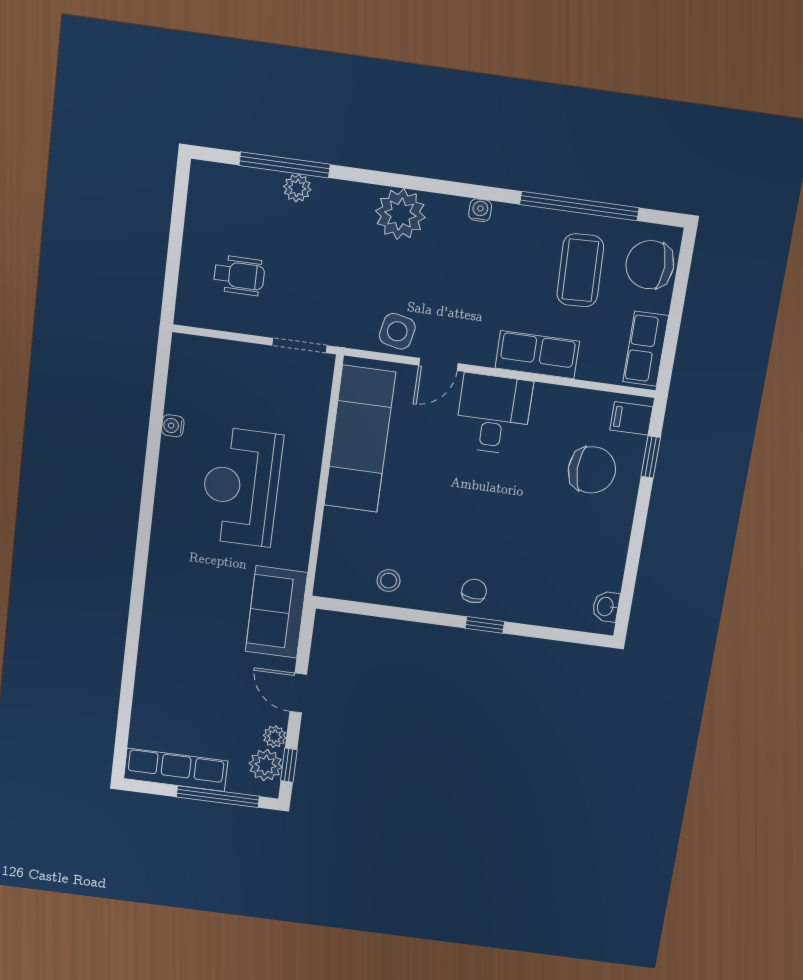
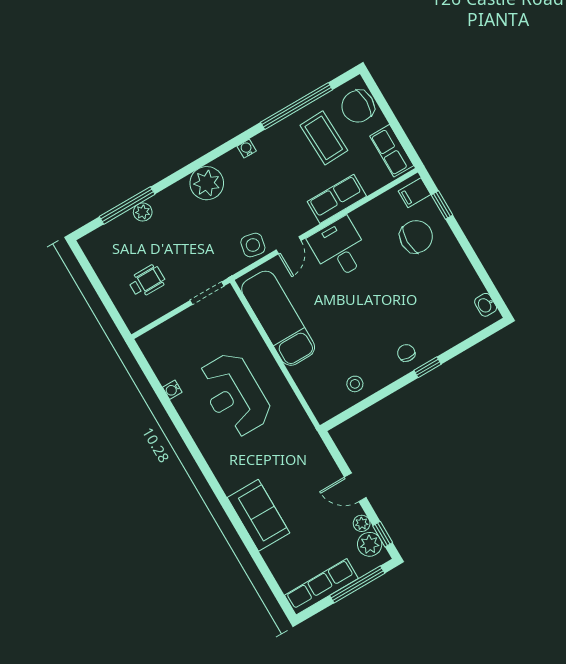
sofa: (276, 612) -> (258, 515), moved, turned 180

